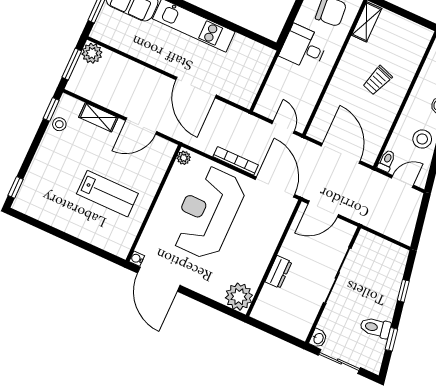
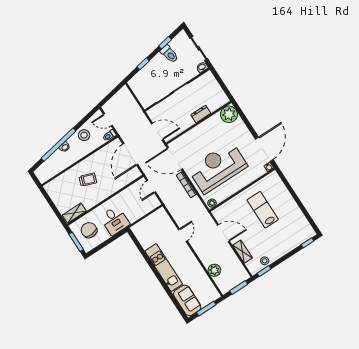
plant: (92, 53) -> (214, 270), moved
door: (196, 87) -> (183, 235), width x0.53
door: (275, 187) -> (175, 159), hinge flipped
reception desk: (208, 213) -> (218, 167), turned 180

